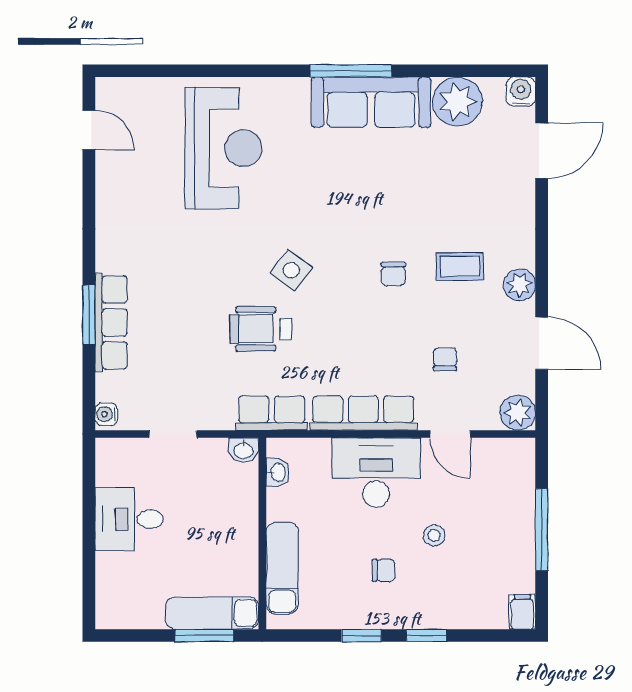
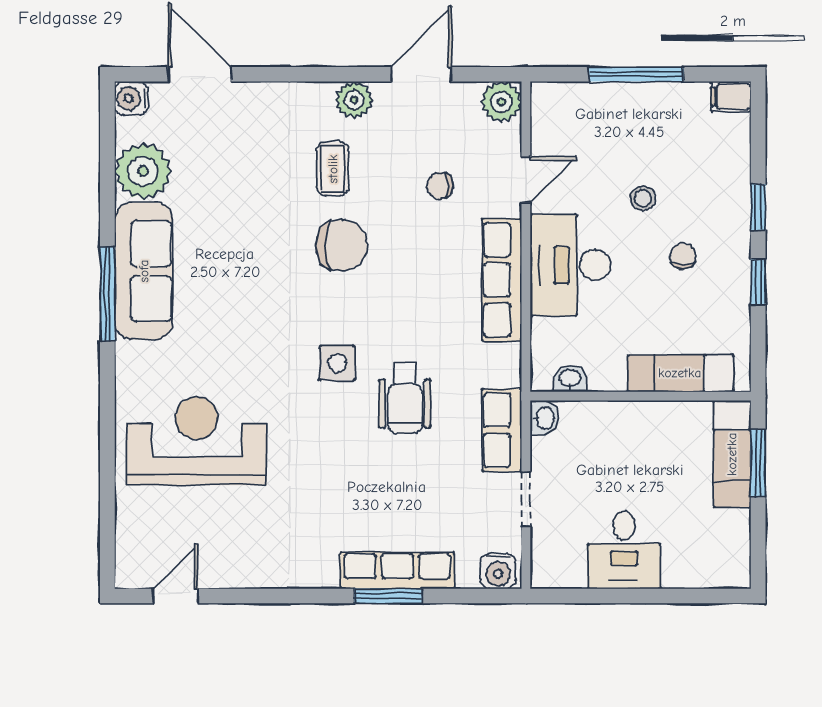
side table: (291, 270) -> (337, 363), turned -36
chair: (393, 274) -> (342, 245), width x1.87, depth x1.87
row of seats: (272, 413) -> (502, 430), moved
water cooler: (106, 414) -> (498, 571), width x1.38, depth x1.38

